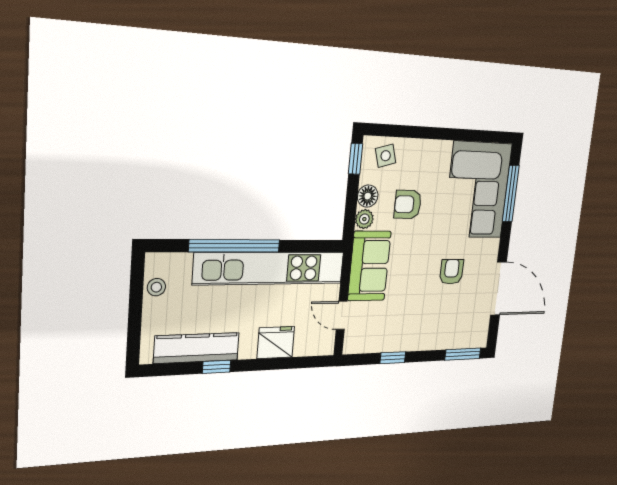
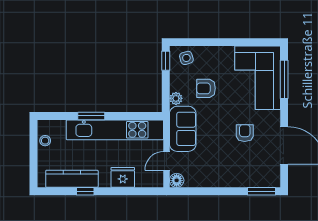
floor lamp: (368, 196) -> (177, 180), moved
window: (235, 246) -> (91, 116), width x0.47
door: (342, 315) -> (166, 161), hinge flipped
window: (393, 358) -> (207, 191), removed

